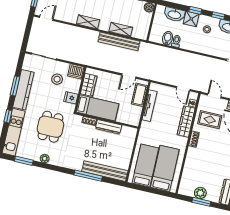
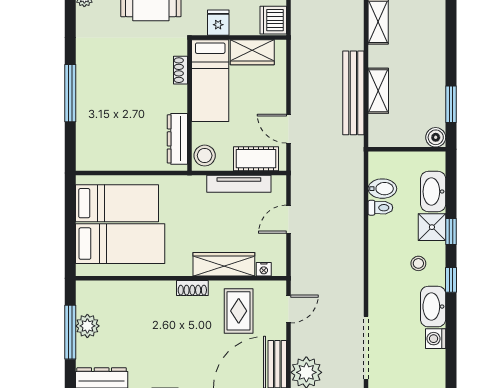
door: (183, 89) -> (289, 219), moved
stool: (132, 119) -> (205, 156), added
dresser: (109, 127) -> (177, 139), moved
bench: (105, 171) -> (87, 125), removed
window: (201, 202) -> (70, 332), width x1.44

